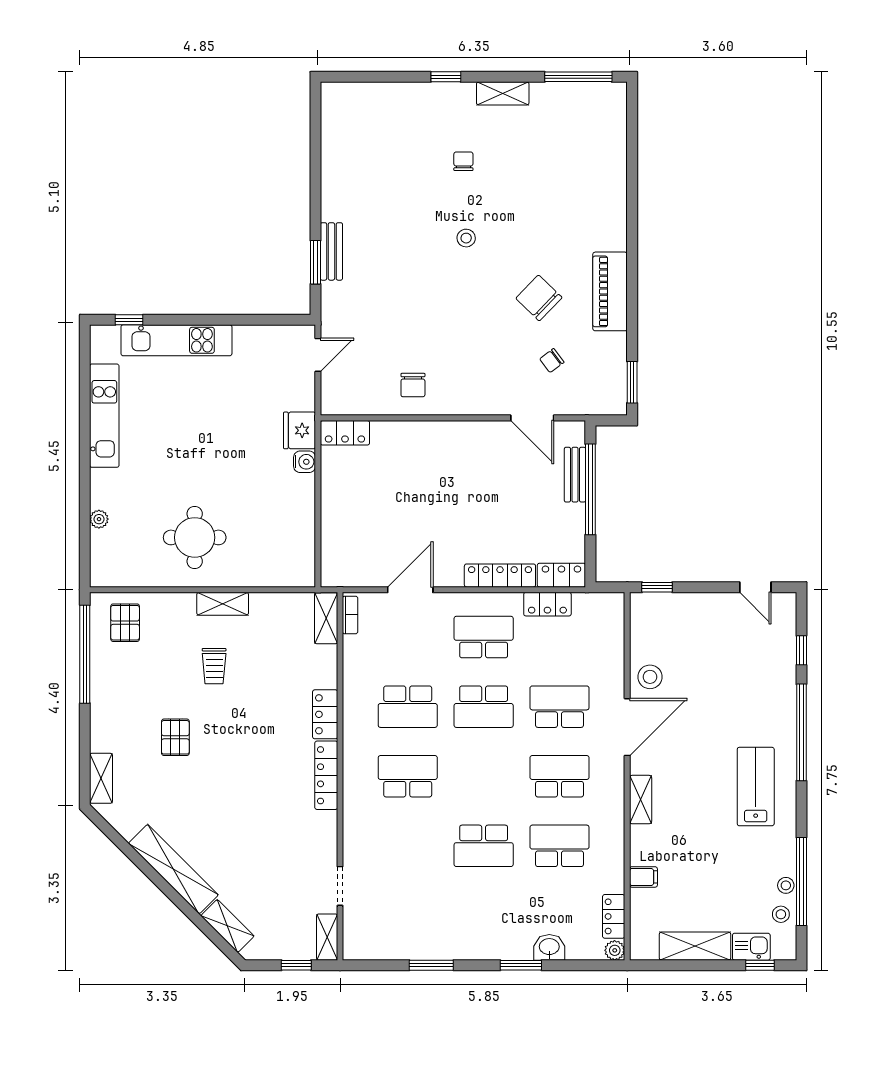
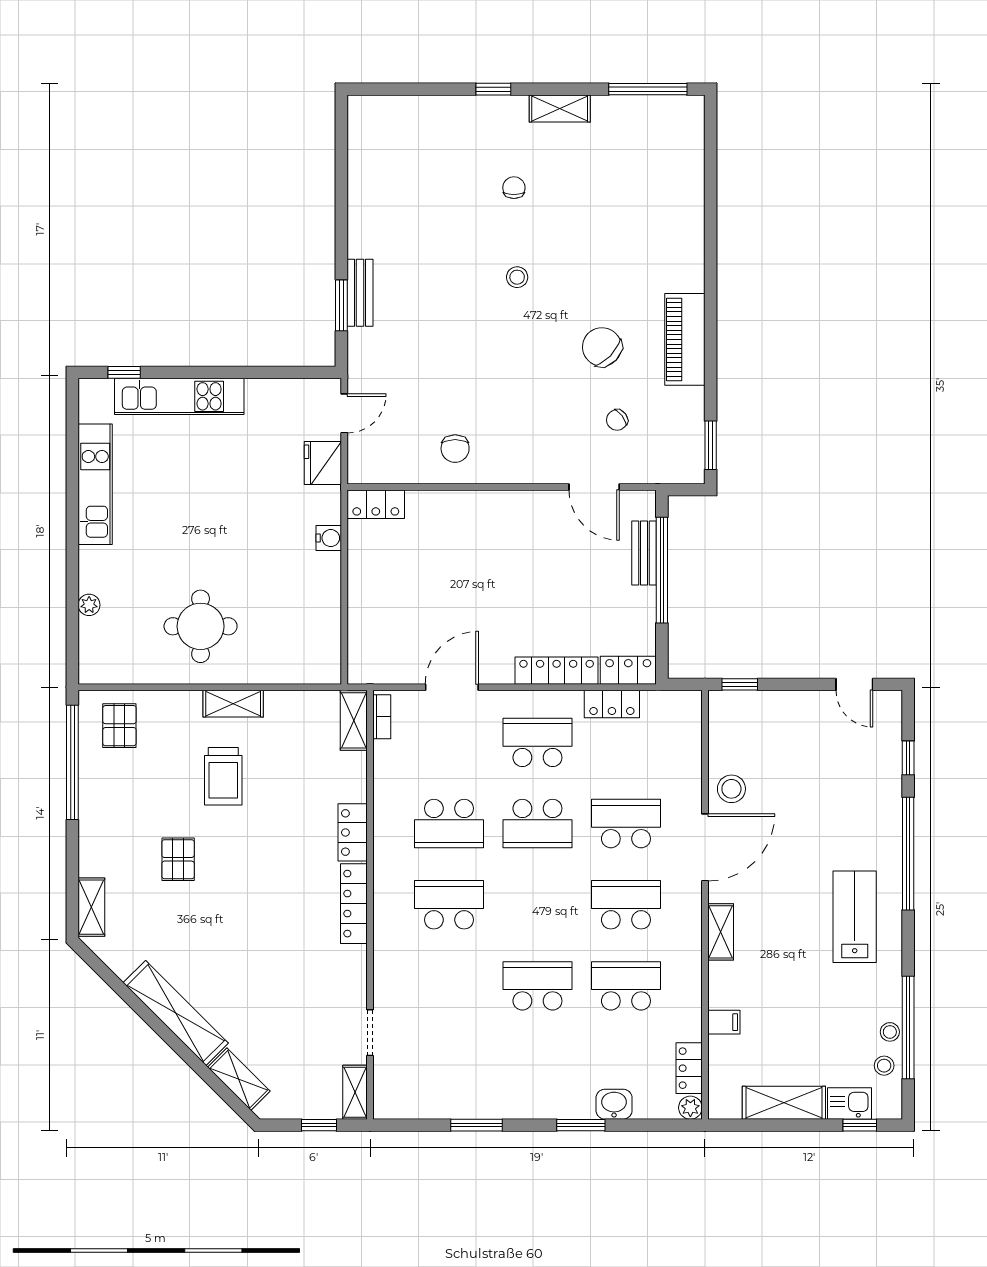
fridge: (300, 430) -> (323, 463), moved
trolley: (214, 666) -> (223, 776), width x1.36, depth x1.39
school desk: (484, 846) -> (537, 986), turned 180

